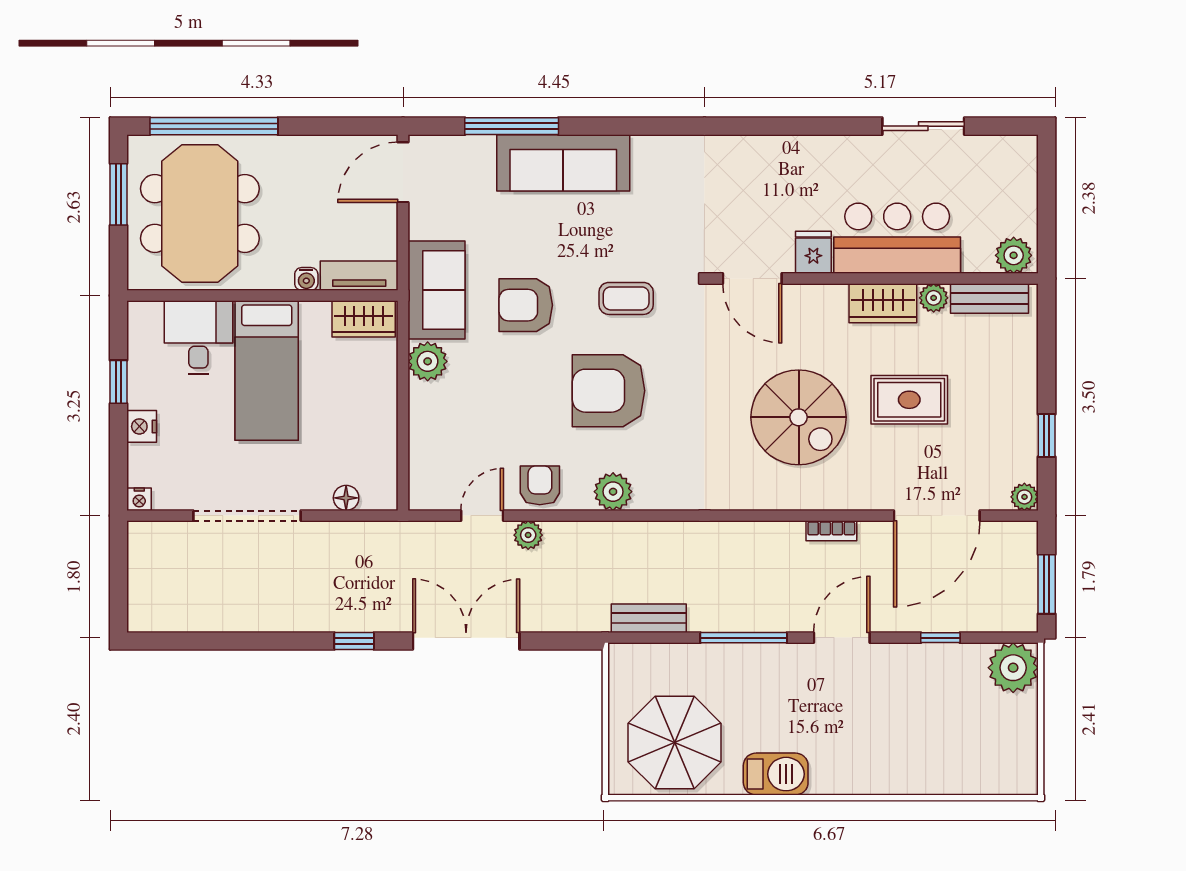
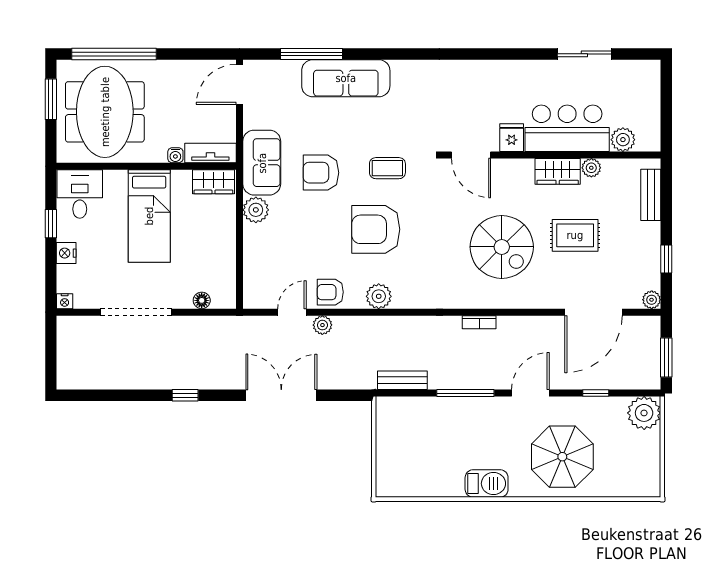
plant: (1014, 255) -> (623, 140), moved
bench: (989, 298) -> (651, 195), moved, turned 90
desk: (198, 337) -> (80, 194), moved
armchair: (540, 485) -> (330, 292), turned -90
bookcase: (831, 531) -> (479, 322), moved
window: (354, 641) -> (185, 395), moved
parasol: (675, 743) -> (562, 457), moved

